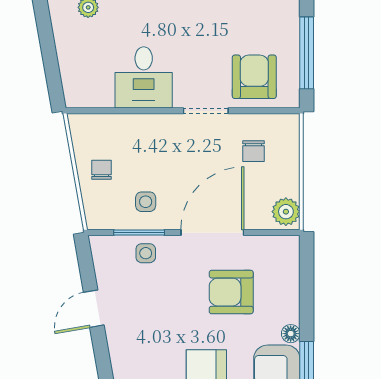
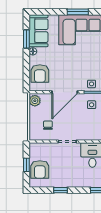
window: (307, 53) -> (26, 165), width x0.46
armchair: (254, 77) -> (40, 169), moved
armchair: (231, 292) -> (40, 74), moved, turned 90

